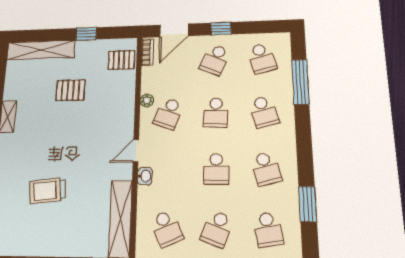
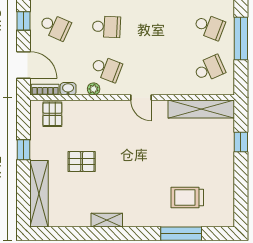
pallet: (70, 90) -> (82, 161), turned 90
school desk: (216, 169) -> (158, 27), removed
washbasin: (145, 176) -> (68, 89), moved
trolley: (47, 191) -> (187, 198), moved, turned 96

